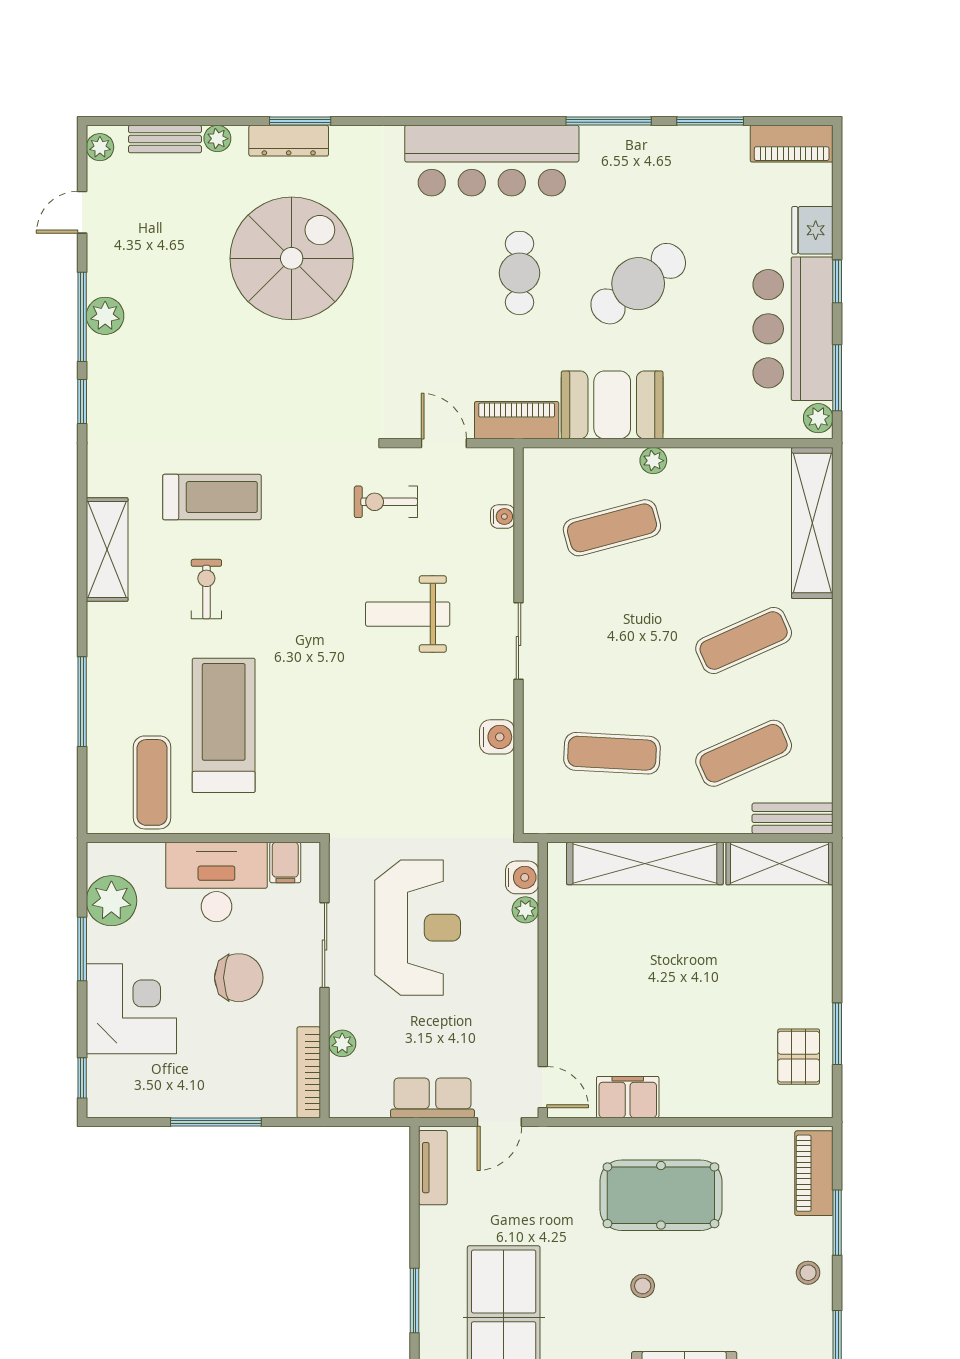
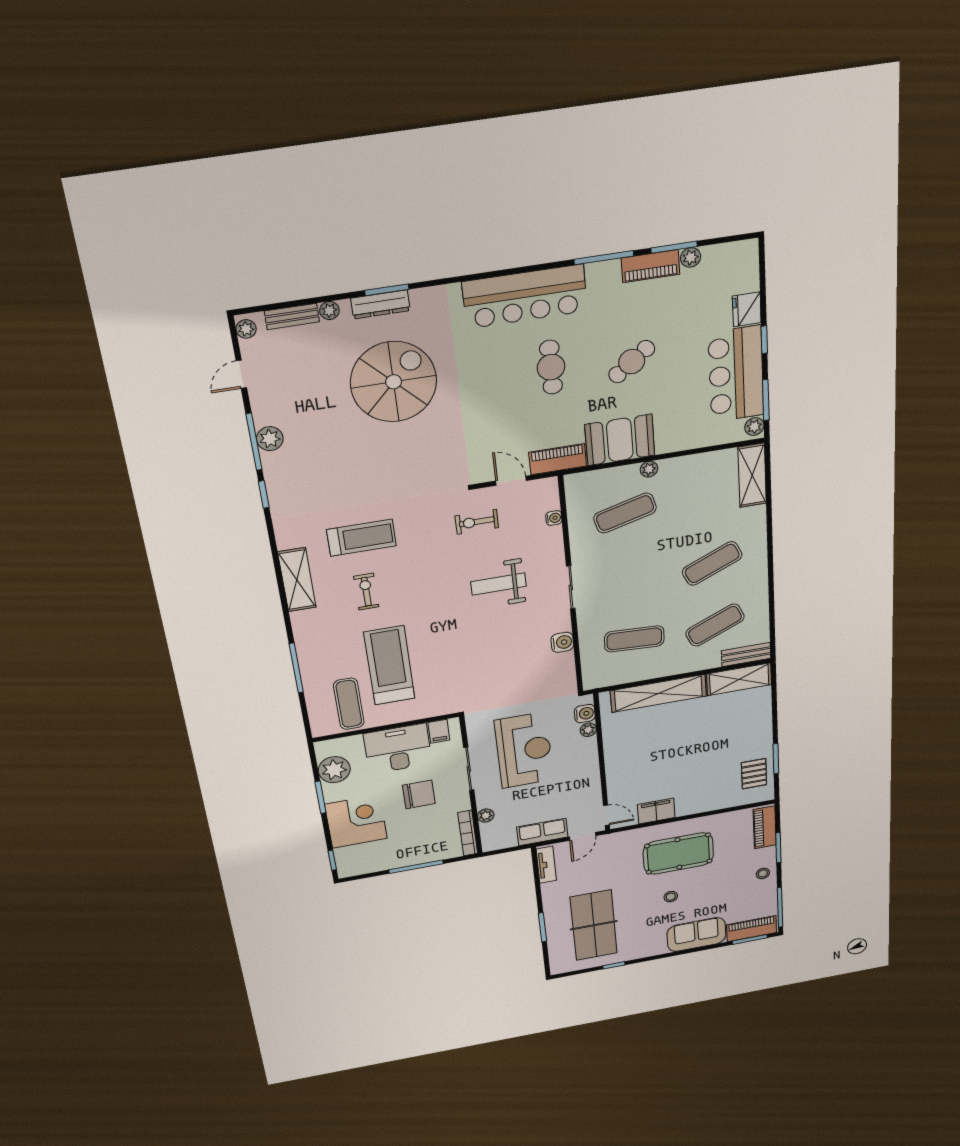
plant: (733, 140) -> (691, 257), added
piano: (792, 144) -> (651, 266), moved
cafe table: (638, 284) -> (632, 362), width x0.73, depth x0.74
shelving: (812, 523) -> (752, 475), width x0.68

